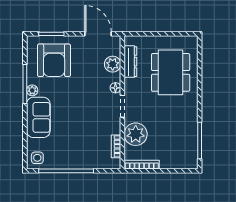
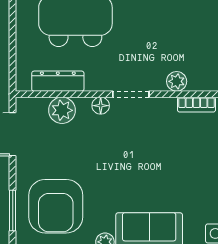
armchair: (54, 60) -> (56, 206), turned 90
plant: (136, 134) -> (177, 81), width x0.53, depth x0.53

